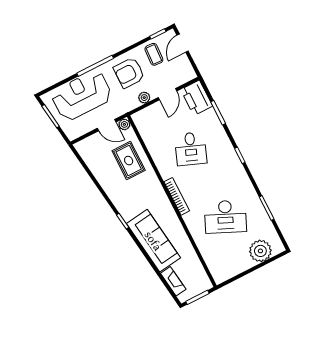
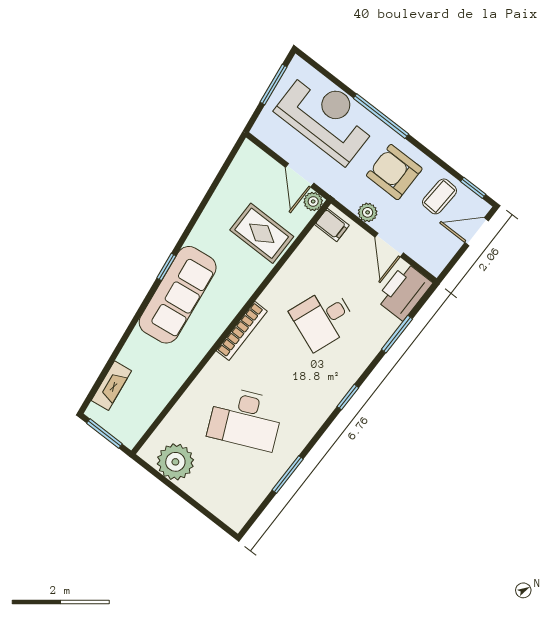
door: (167, 94) -> (389, 245), hinge flipped
filing cabinet: (142, 120) -> (332, 225), added
rug: (129, 161) -> (262, 233), turned 90
desk: (225, 217) -> (245, 419), turned -48
sofa: (153, 241) -> (178, 295), moved
plant: (260, 251) -> (175, 462), moved

